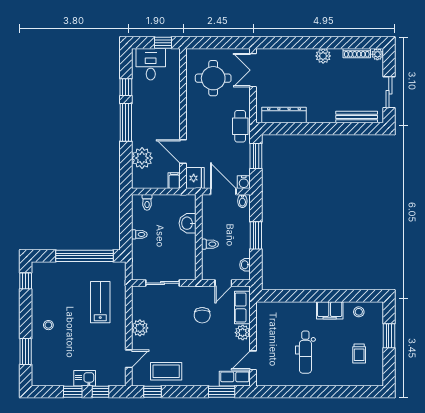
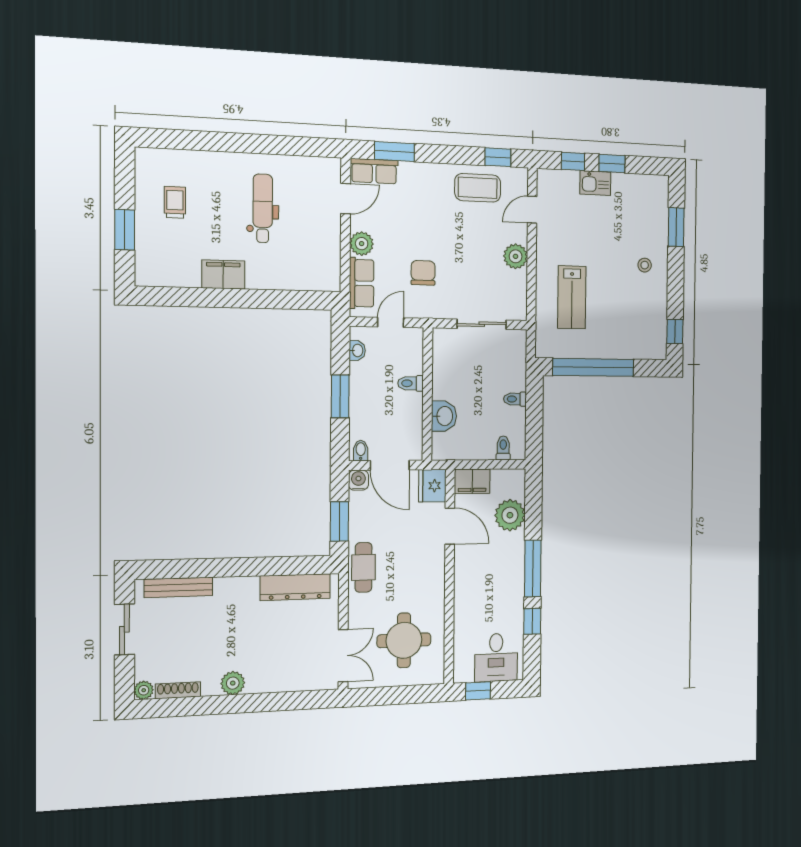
filing cabinet: (174, 181) -> (472, 481), width x2.00
stool: (359, 312) -> (175, 271), removed

